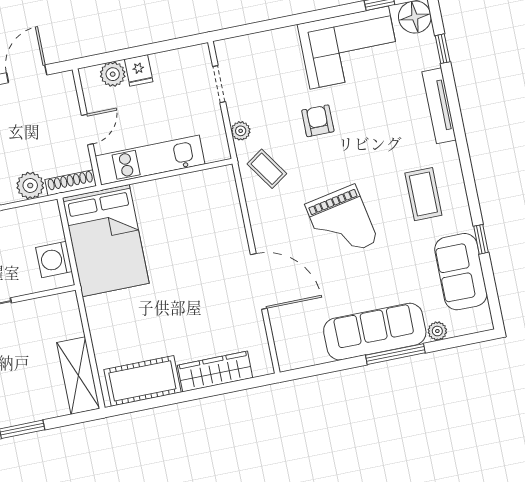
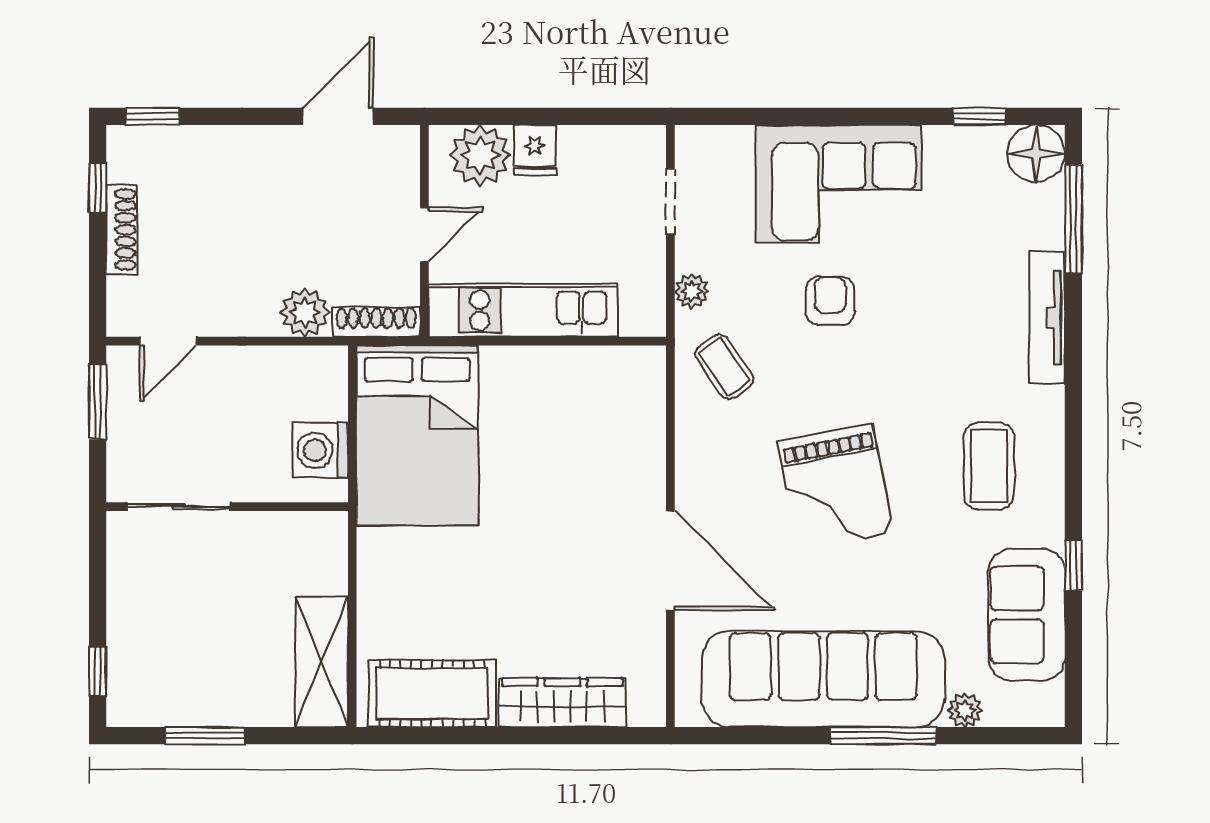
corner sofa: (349, 48) -> (838, 184), moved
window: (443, 49) -> (1073, 219), width x2.17
plant: (113, 74) -> (480, 155), width x1.36, depth x1.36
sofa: (375, 332) -> (823, 679), width x1.36, depth x1.27

